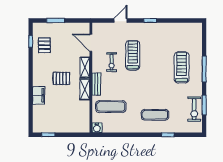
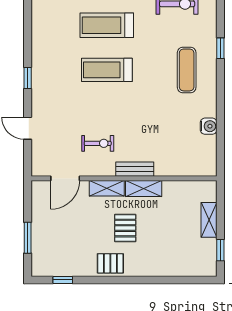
pallet: (44, 45) -> (110, 263), moved
treadmill: (133, 55) -> (107, 70), moved
filing cabinet: (39, 95) -> (154, 266), removed
exercise mat: (111, 107) -> (173, 144), removed
shelving: (66, 128) -> (209, 220), added
water cooler: (97, 128) -> (209, 126), moved

